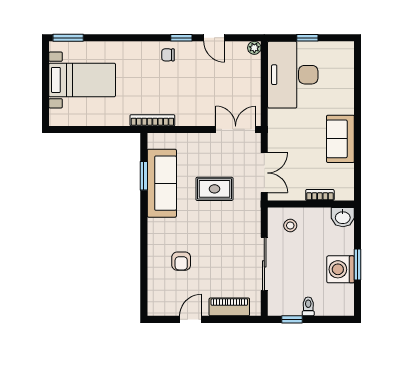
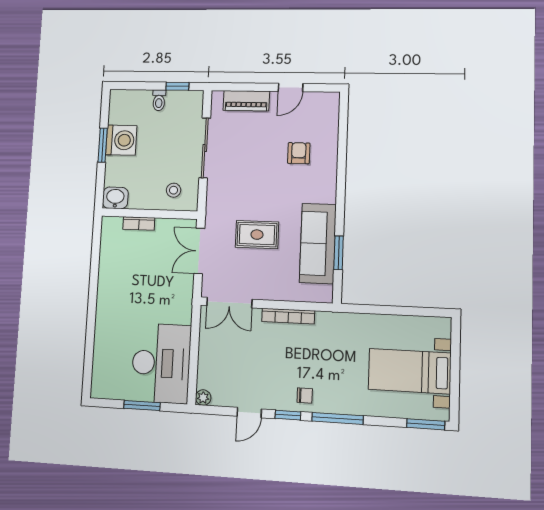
window: (140, 38) -> (338, 418), added
door: (214, 38) -> (249, 413), swing flipped
window: (307, 38) -> (142, 405), width x1.50
bookcase: (152, 120) -> (288, 316), moved
sofa: (340, 139) -> (112, 286), removed

